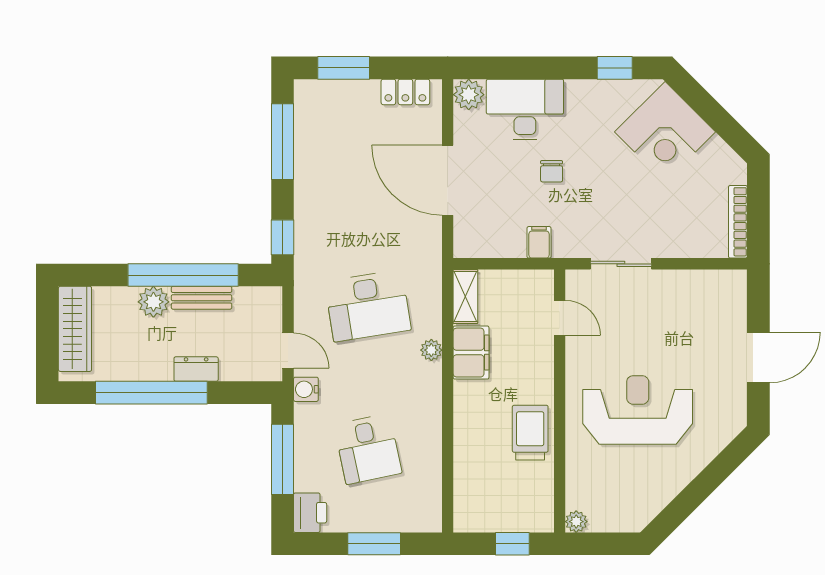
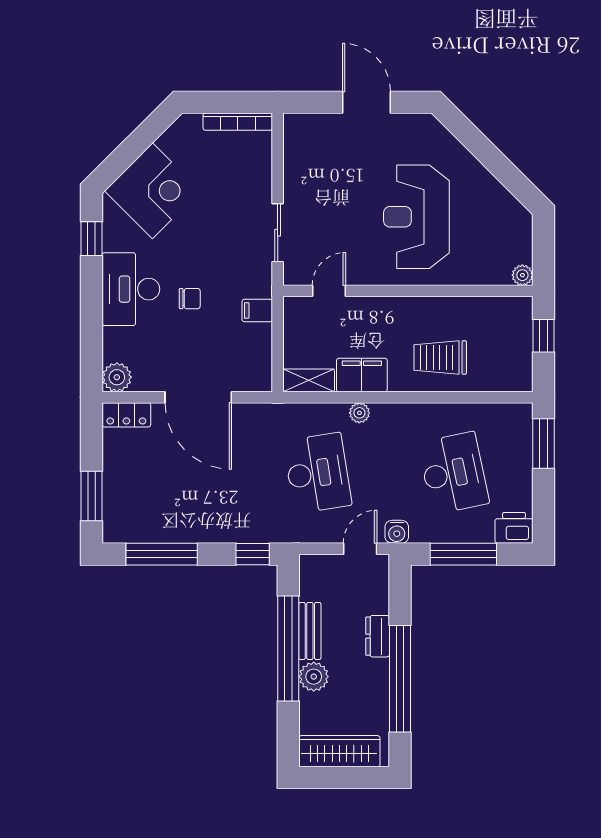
locker: (405, 92) -> (126, 415), moved, turned 90
desk: (525, 109) -> (131, 289), moved
door: (448, 180) -> (198, 397), hinge flipped
trolley: (530, 433) -> (440, 357), moved
desk: (368, 449) -> (453, 473), width x1.37
window: (374, 544) -> (543, 443), moved

